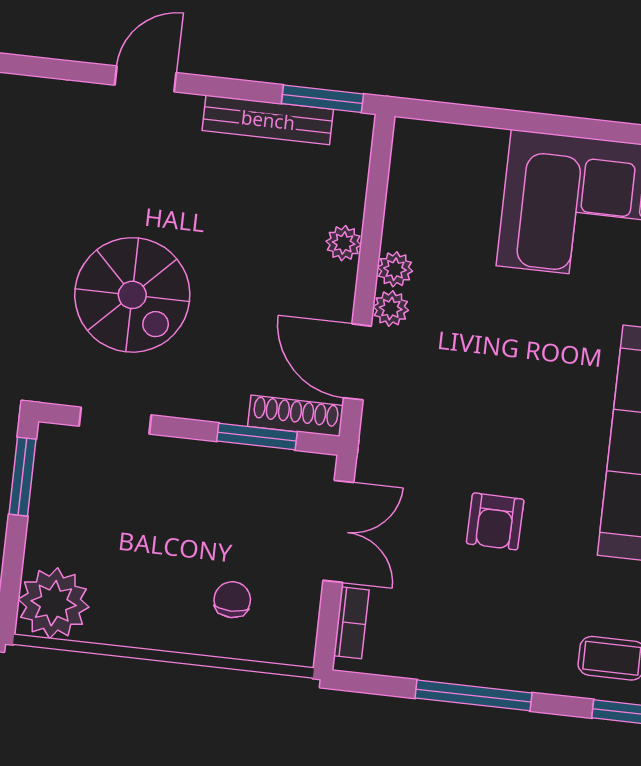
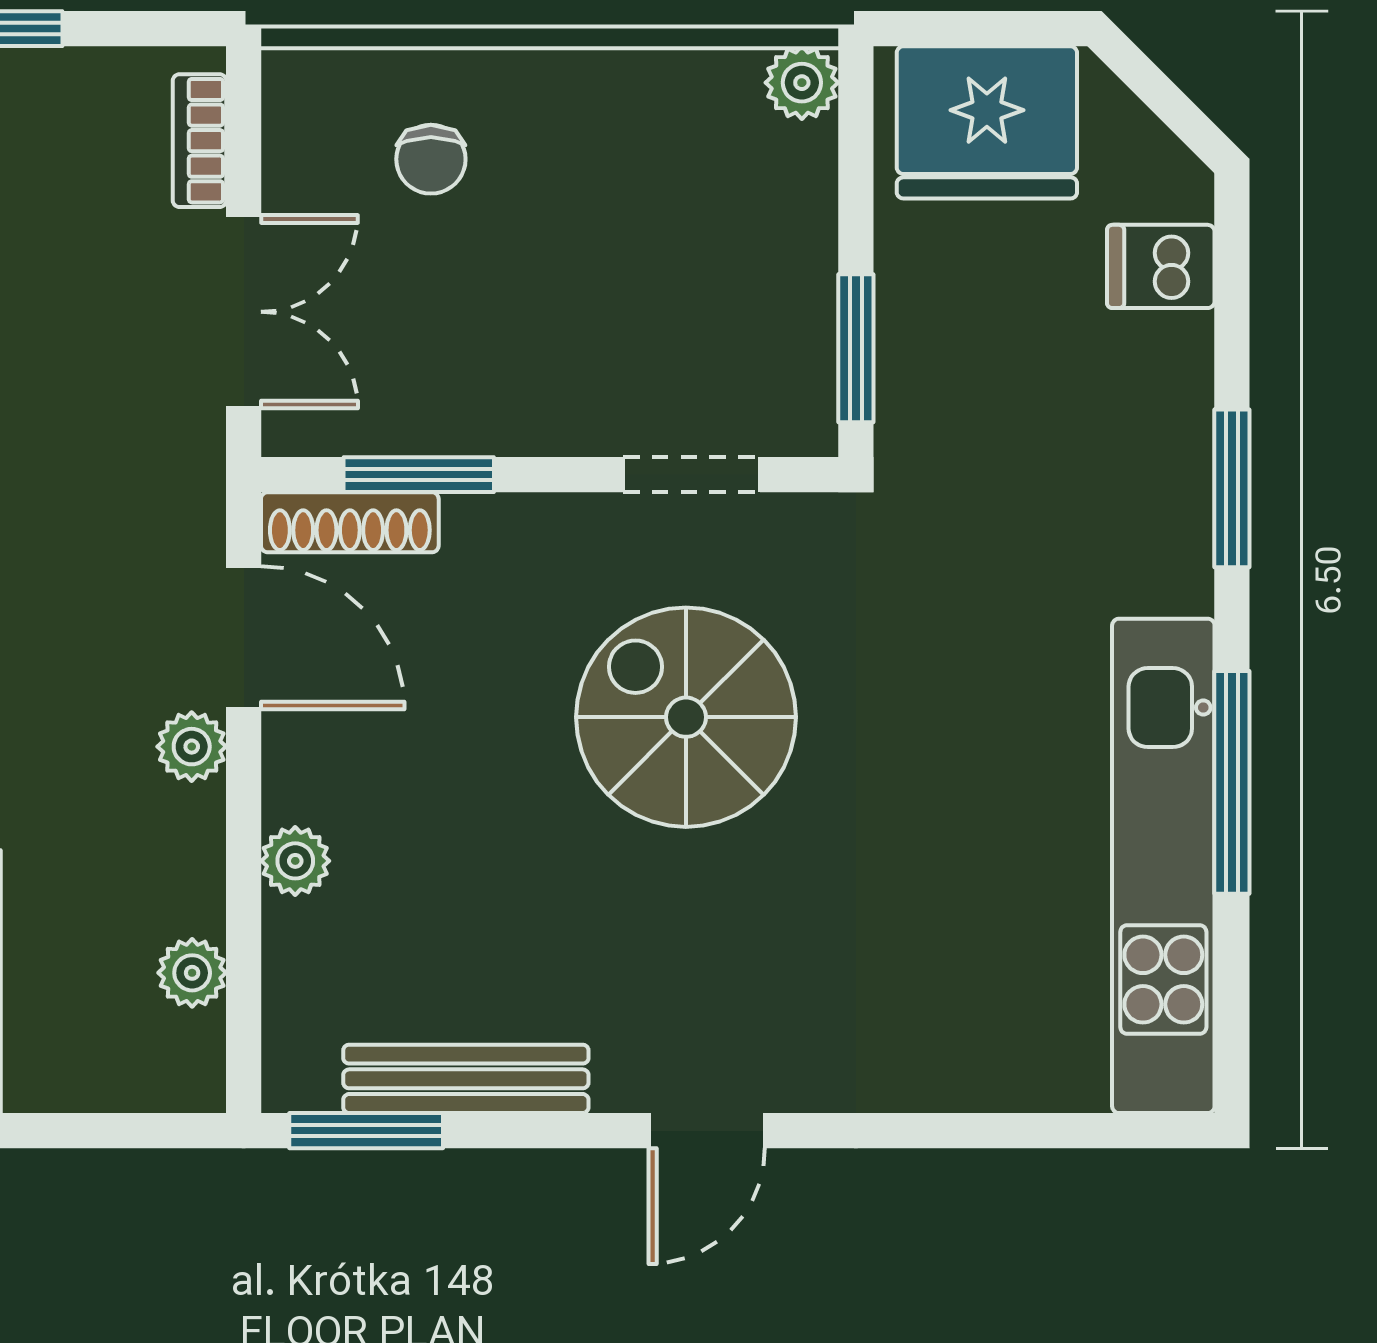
plant: (395, 269) -> (192, 973), moved
double door: (338, 531) -> (244, 312), swing flipped
plant: (54, 603) -> (802, 83), width x0.53, depth x0.53

